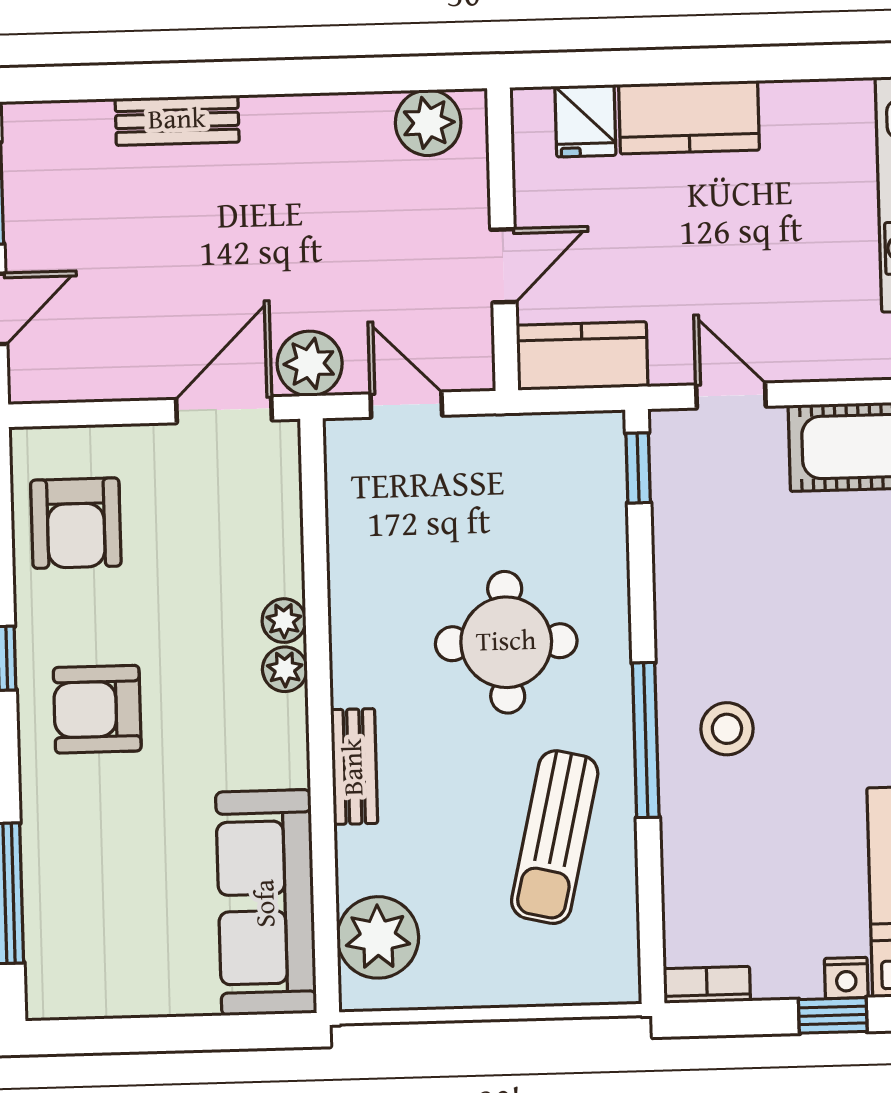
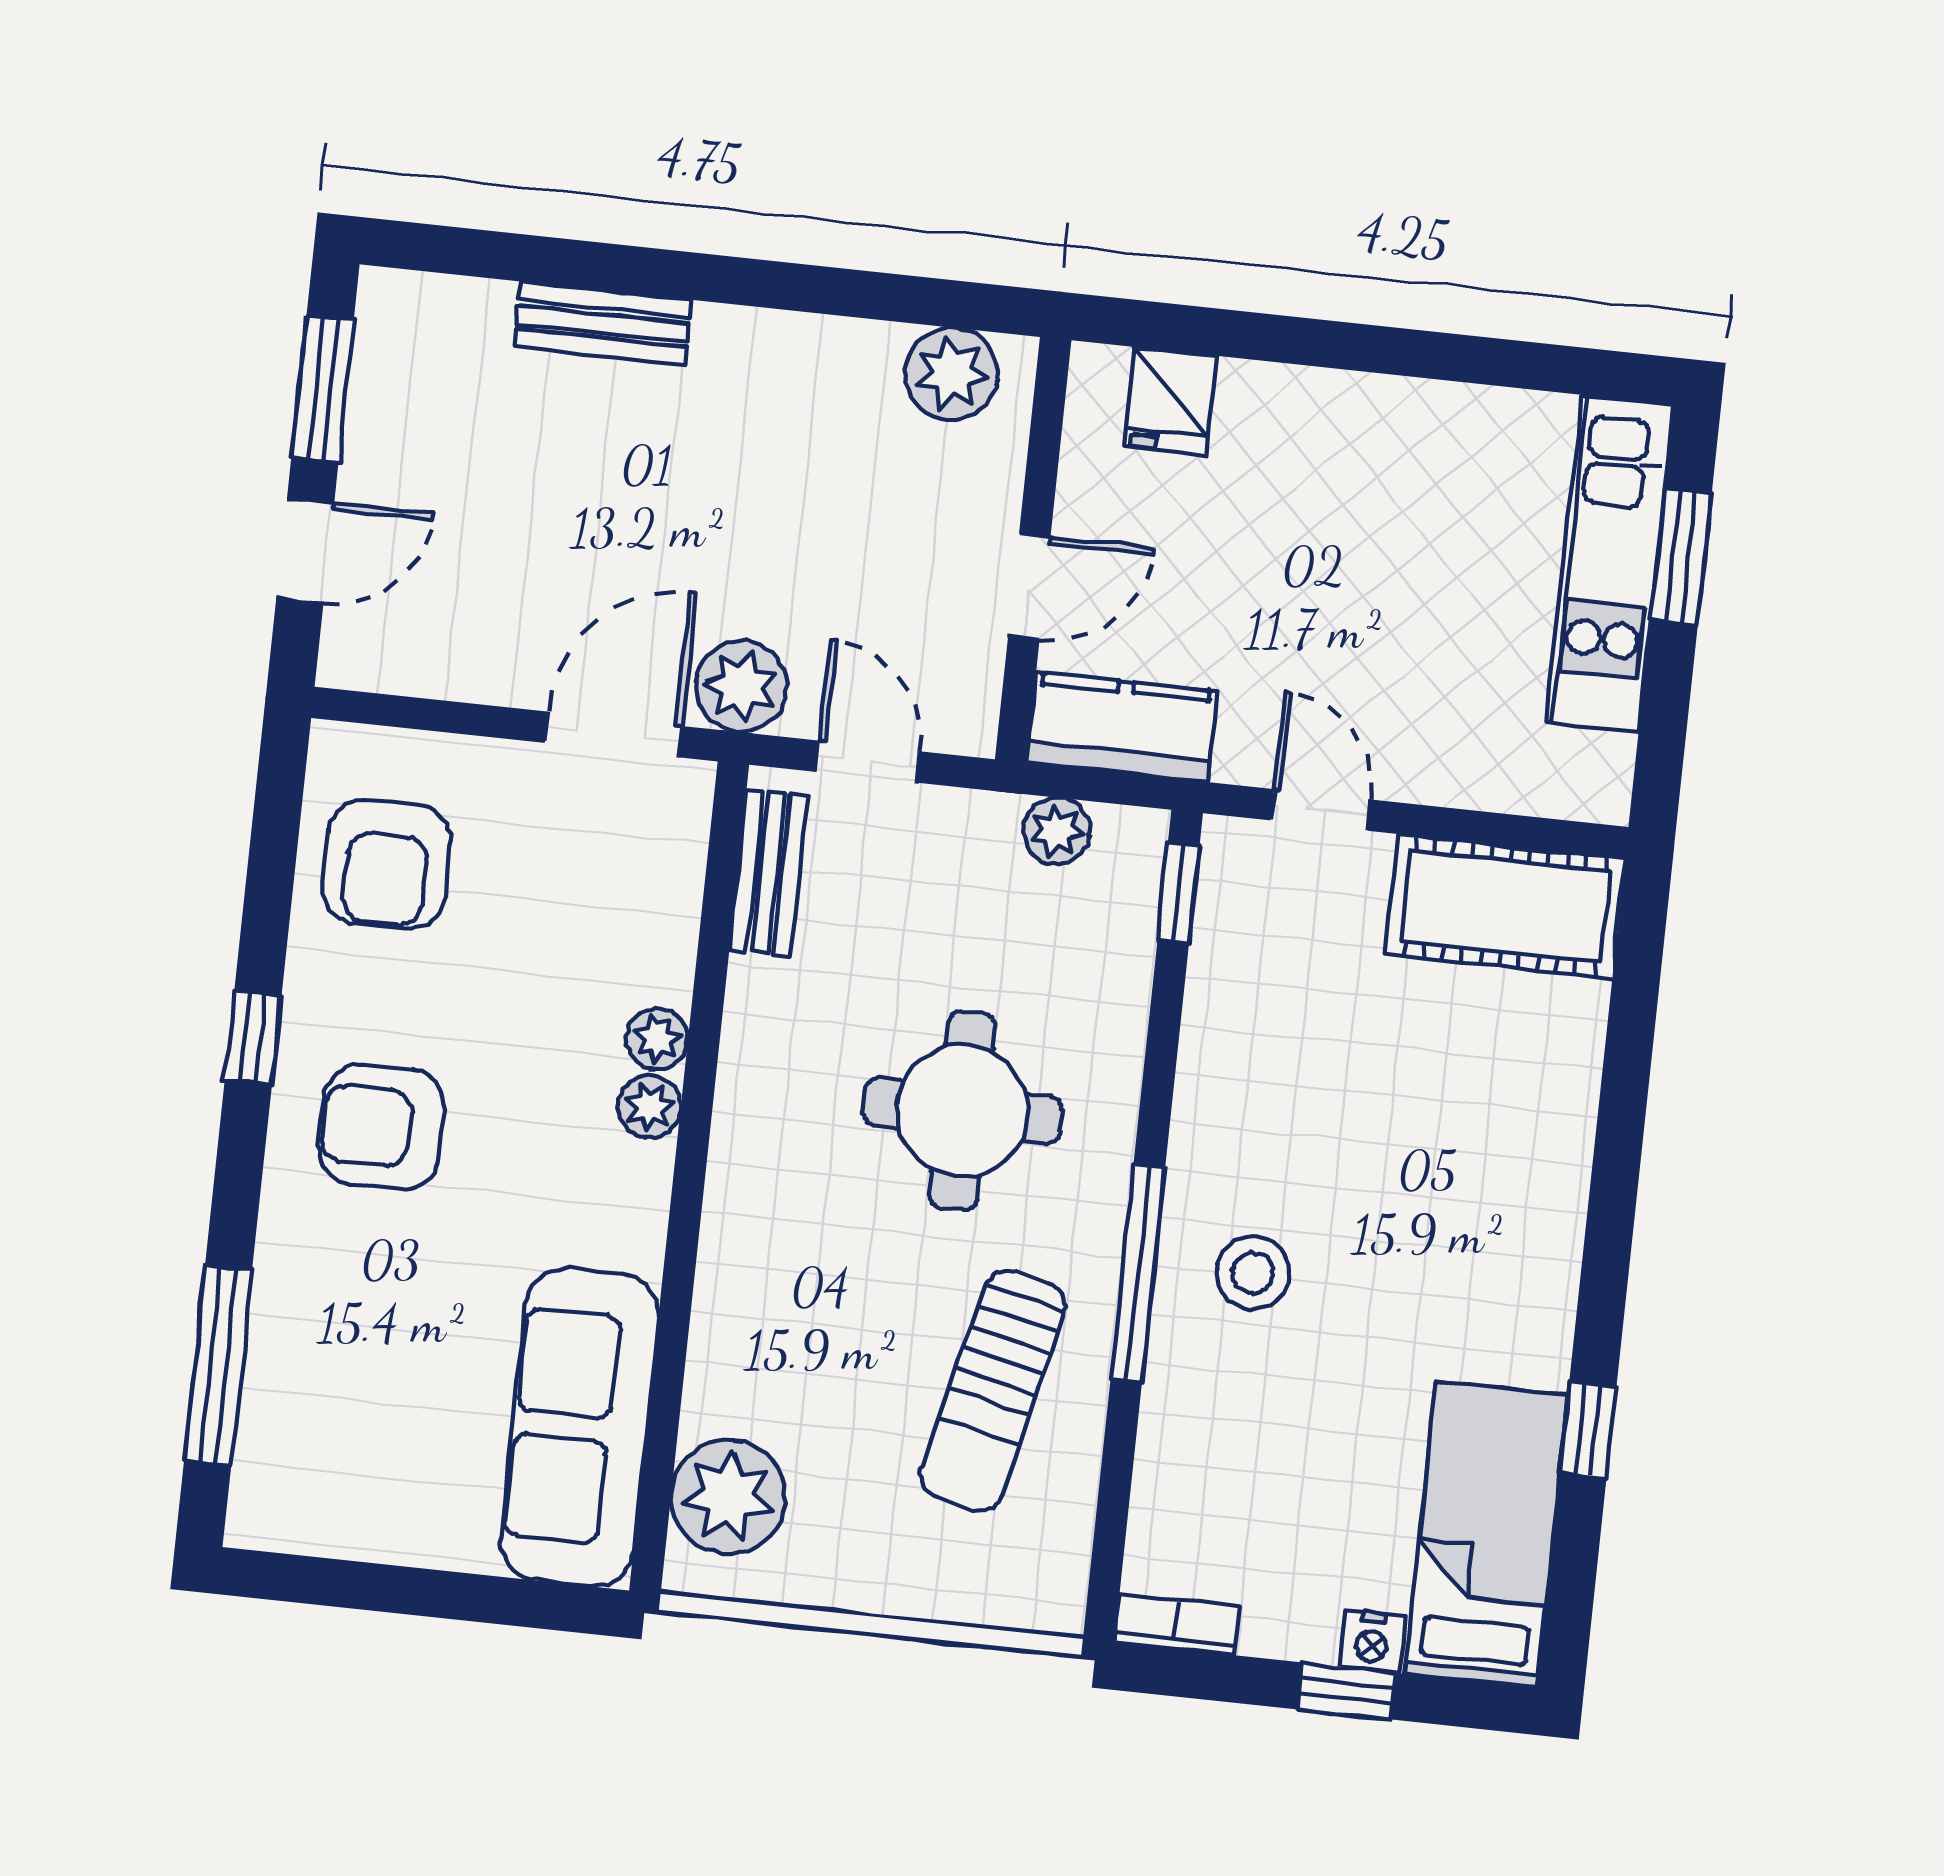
kitchen counter: (689, 117) -> (1315, 415), removed
plant: (546, 436) -> (1057, 831), added
bench: (354, 767) -> (769, 872), moved

